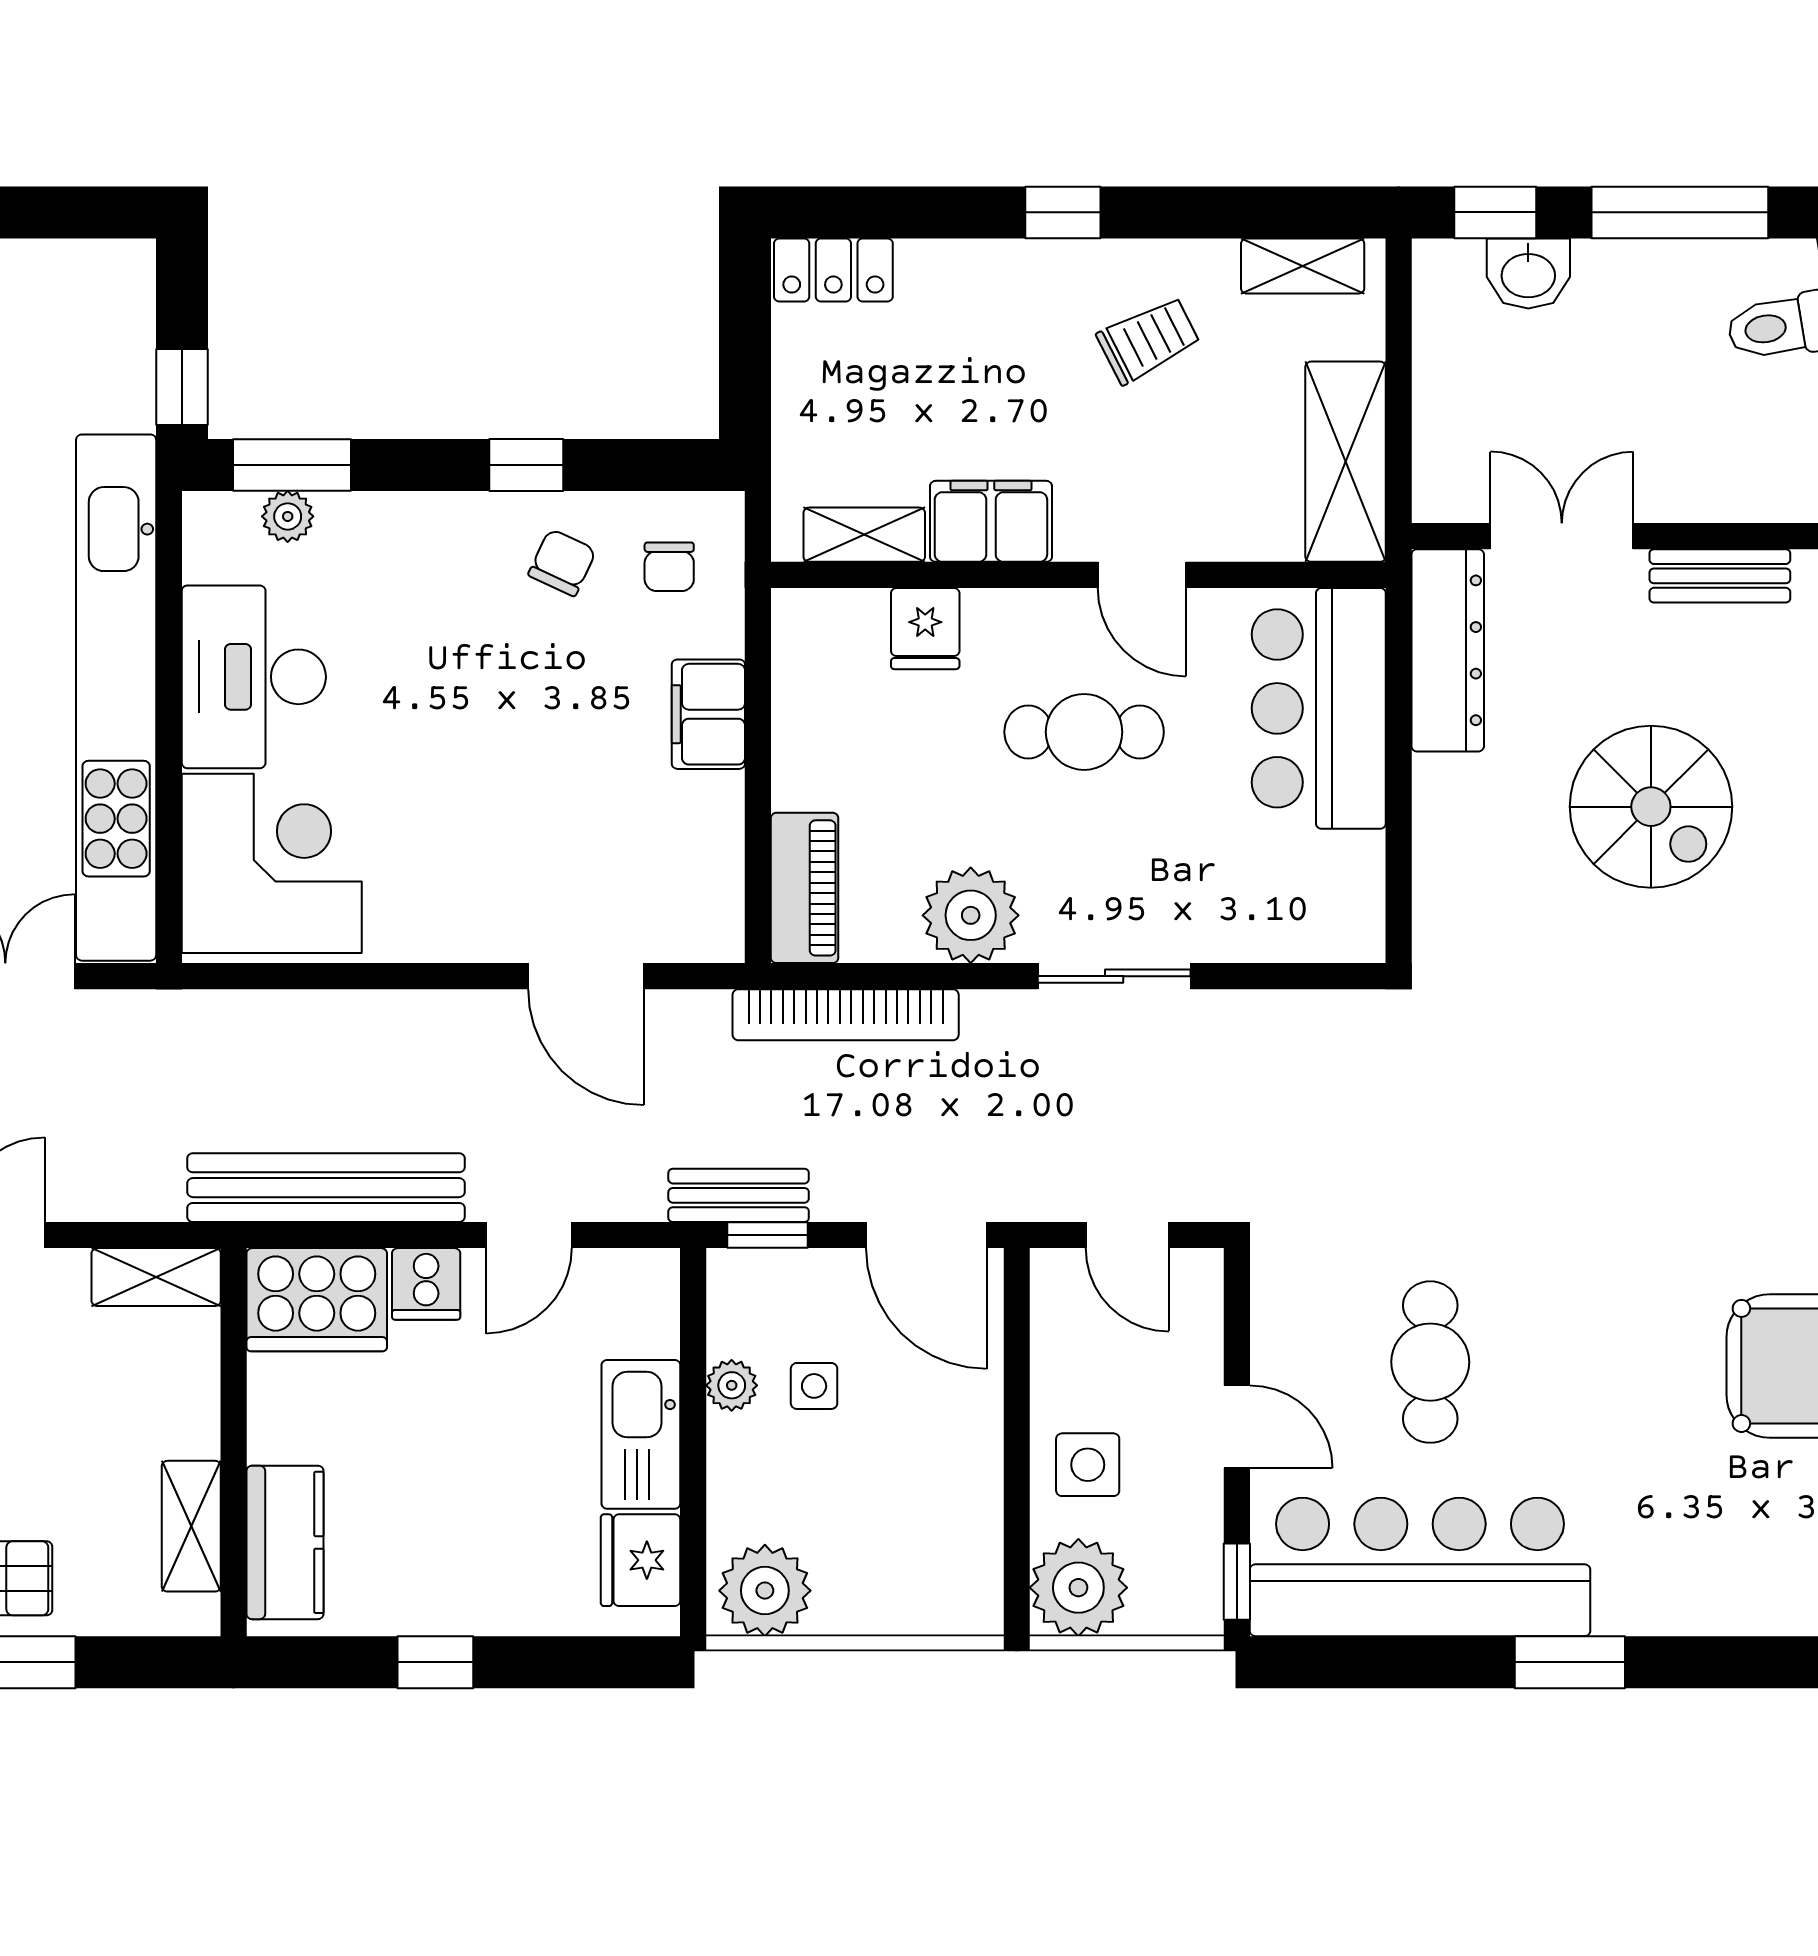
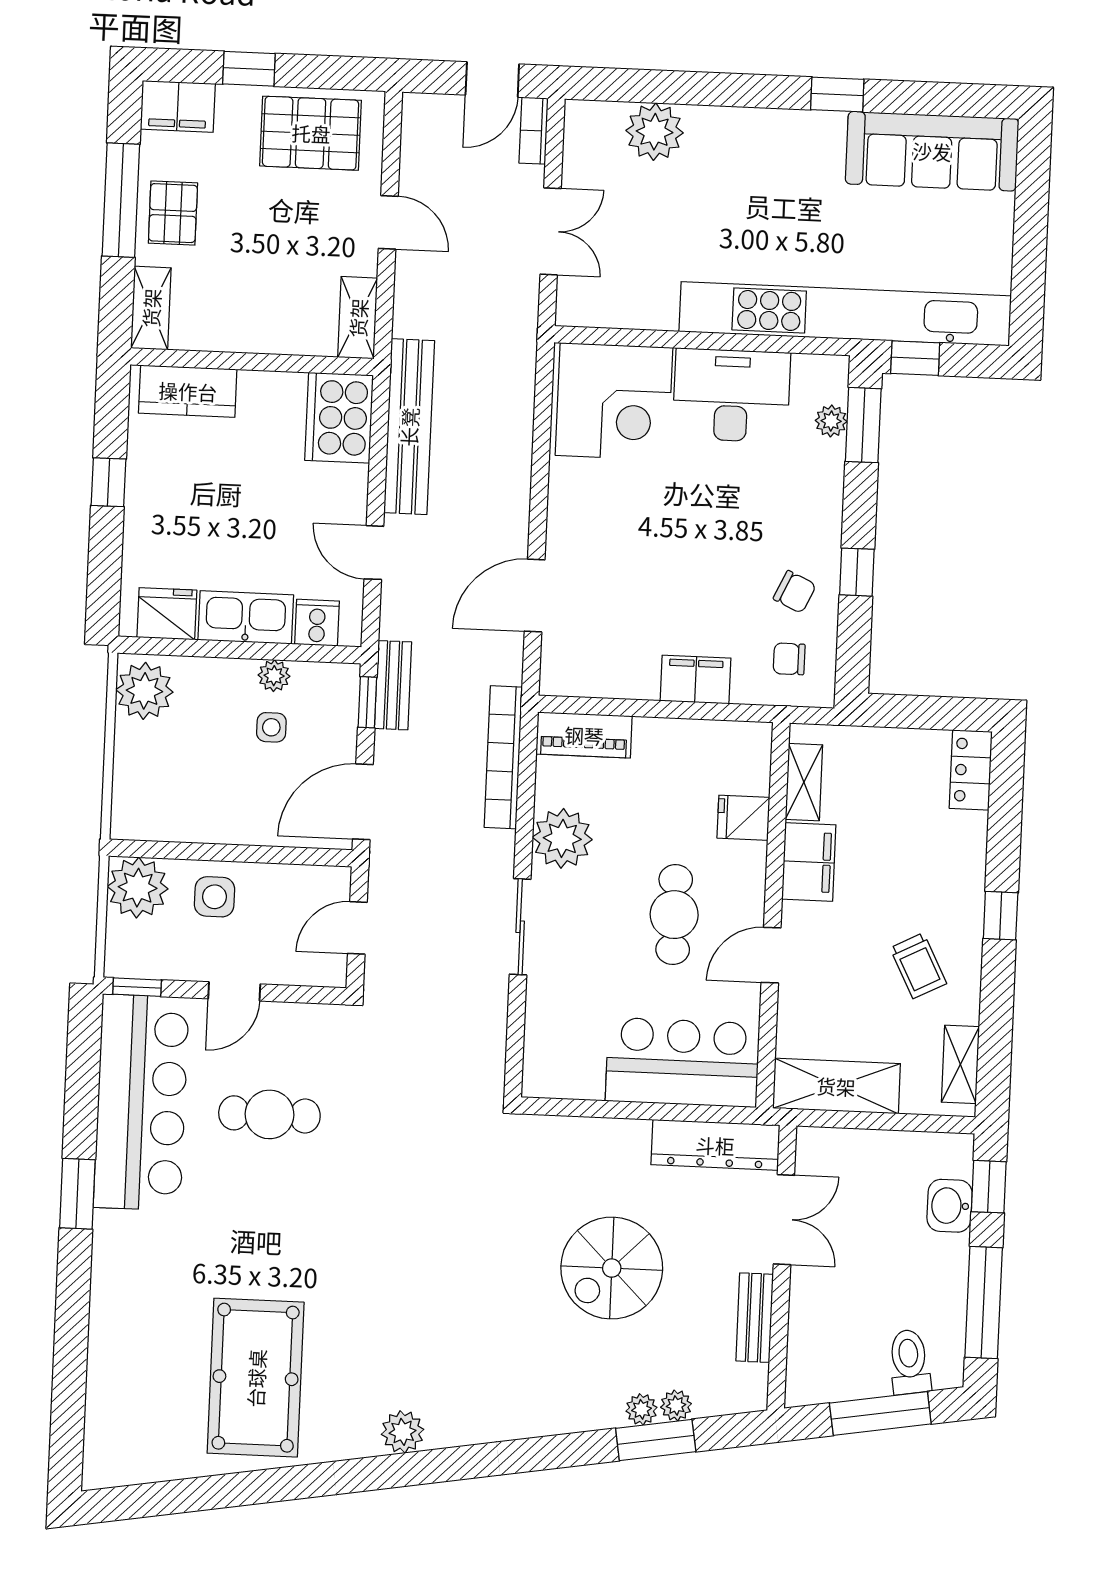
kitchen unit: (116, 698) -> (845, 314), moved
cooker: (426, 1284) -> (317, 623), moved, turned 90
shelving: (191, 1526) -> (151, 308), moved, turned 90

